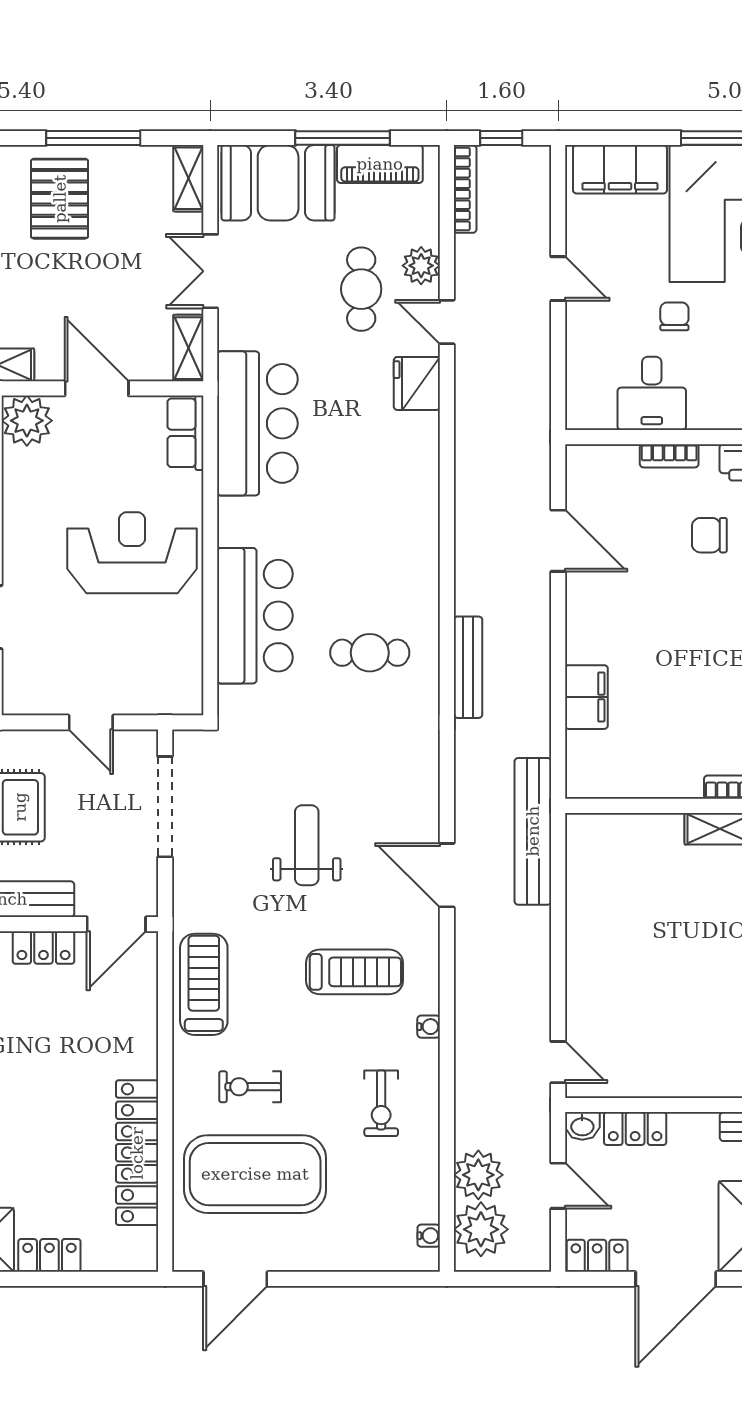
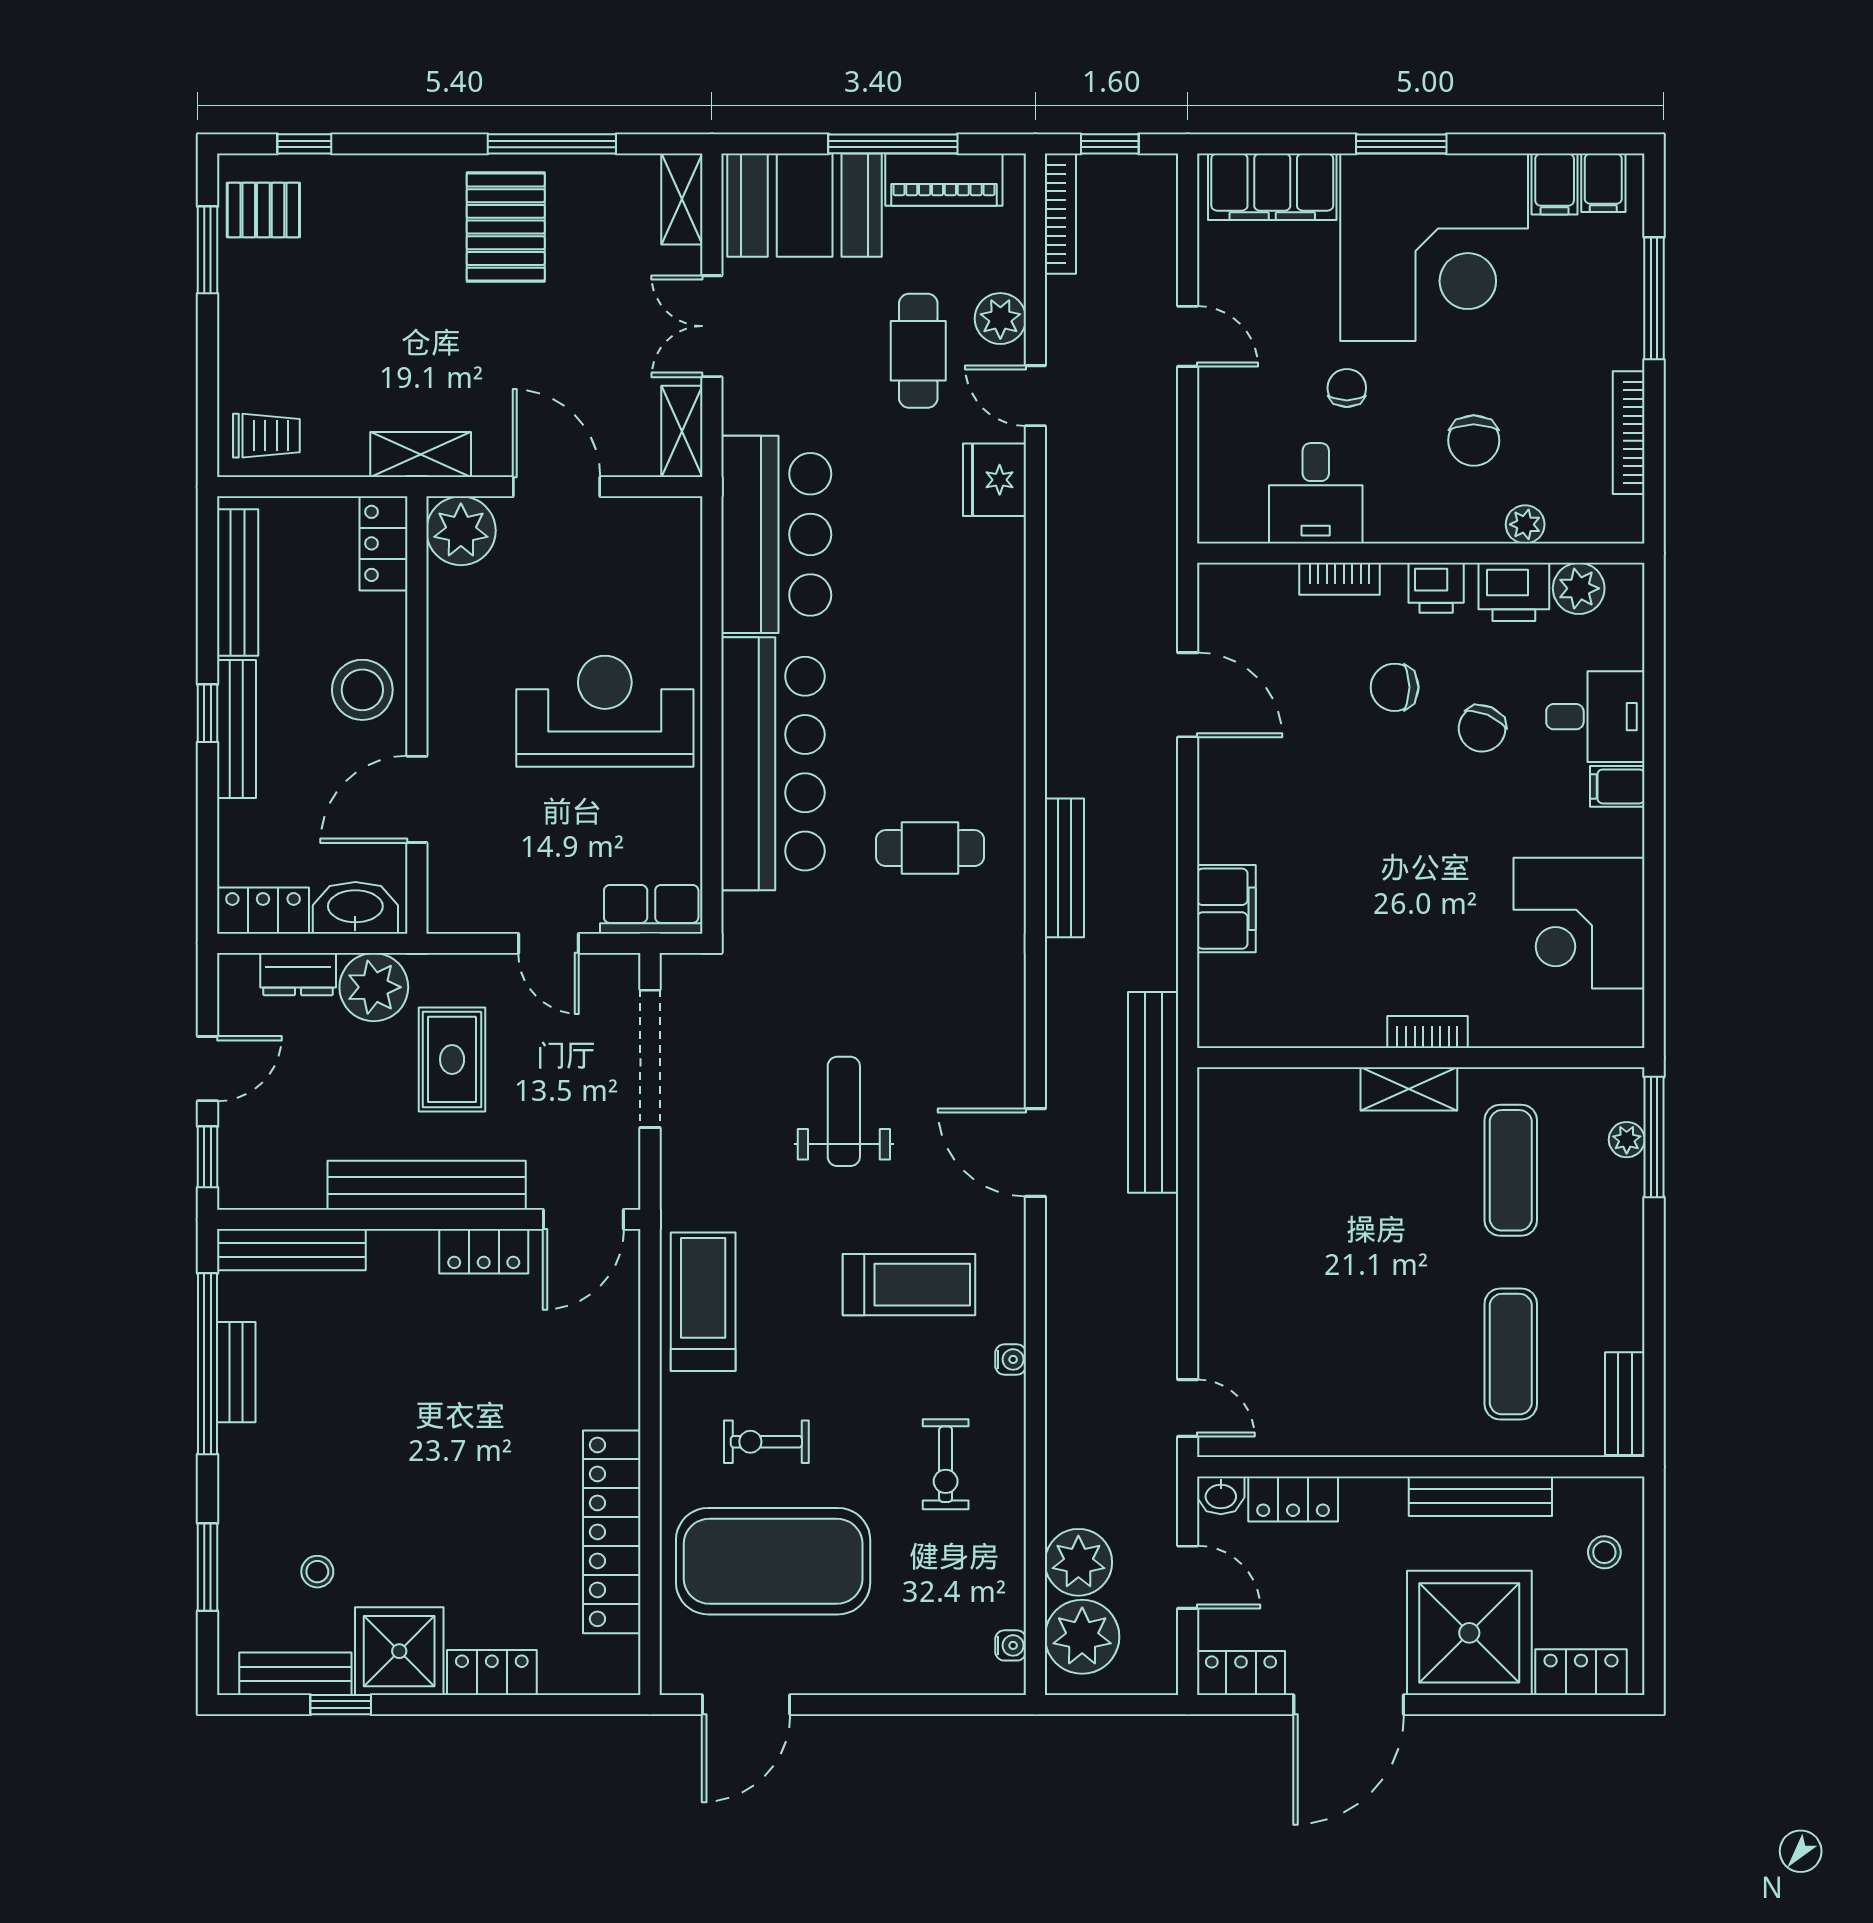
row of seats: (185, 433) -> (651, 909), moved, turned 90
bar counter: (255, 616) -> (773, 764), width x1.36

